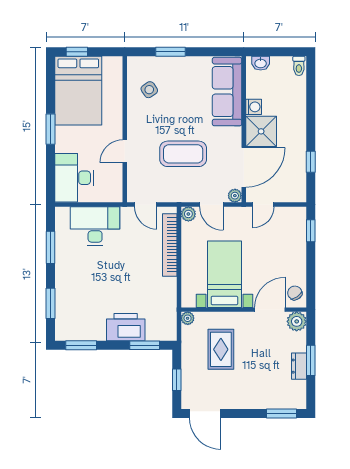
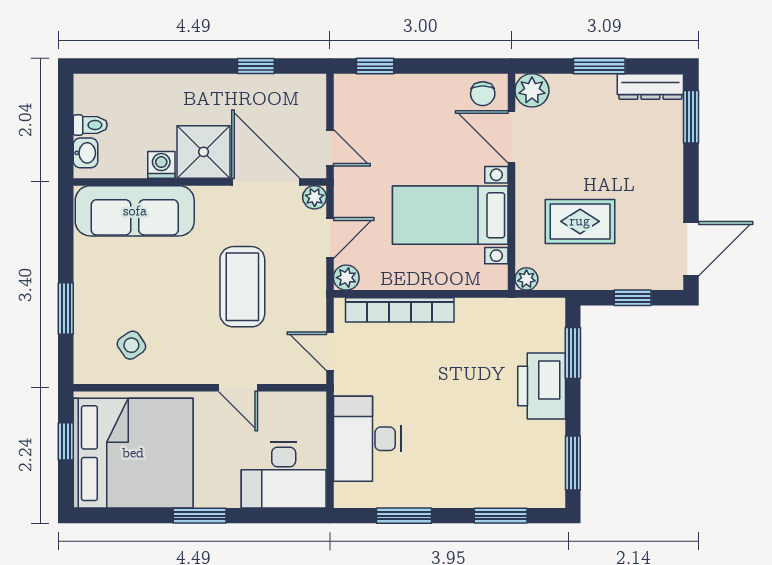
window: (77, 52) -> (66, 441), moved
toilet: (299, 66) -> (90, 125), moved
bed: (78, 91) -> (133, 453), width x1.36
door: (146, 205) -> (330, 351), swing flipped
chair: (295, 293) -> (483, 94), turned -56
dresser: (299, 366) -> (650, 86), moved, width x1.44

